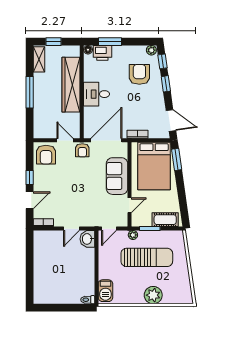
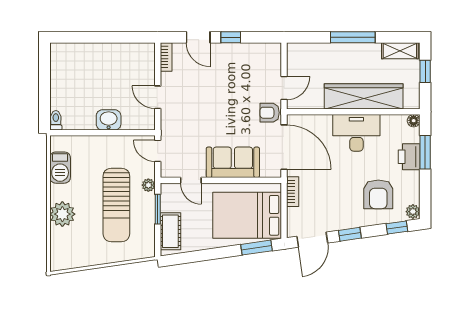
printer: (102, 53) -> (409, 157), moved
armchair: (139, 74) -> (378, 194), turned 90
window: (166, 84) -> (350, 234), moved
desk: (96, 94) -> (356, 133), width x1.37
armchair: (46, 155) -> (263, 61), removed
washbasin: (87, 239) -> (109, 120), moved
barbecue: (105, 291) -> (60, 168), moved, turned -90

